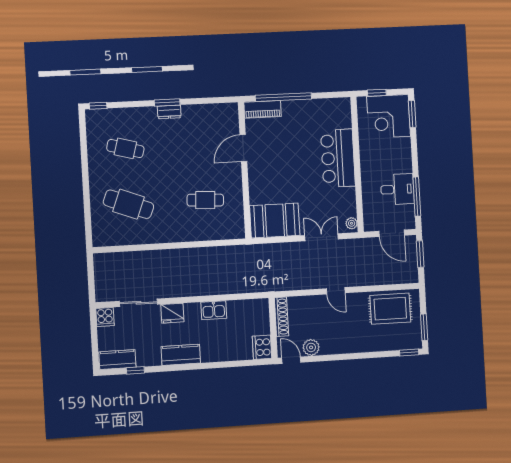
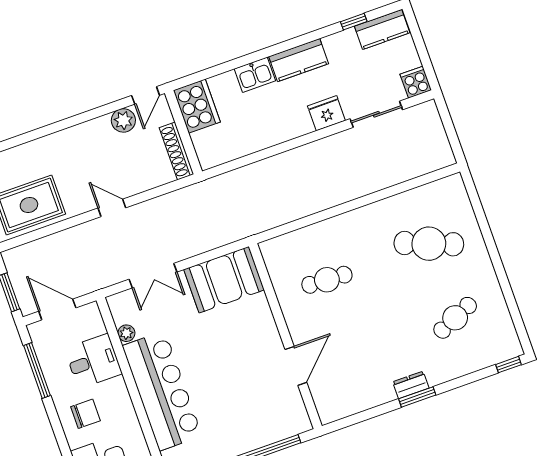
piano: (263, 109) -> (285, 427), removed
cafe table: (125, 148) -> (455, 318), turned -39
bar counter: (338, 158) -> (162, 391), width x1.36
chair: (393, 158) -> (85, 414), added
desk: (397, 189) -> (93, 361), moved, turned 180
plant: (352, 223) -> (126, 333), moved
kitchen sink: (214, 310) -> (255, 75), moved, turned 180
cooker: (262, 347) -> (197, 106), width x1.37, depth x1.31
door: (291, 360) -> (146, 95), hinge flipped

